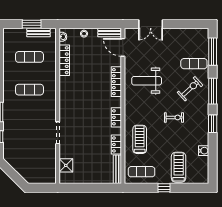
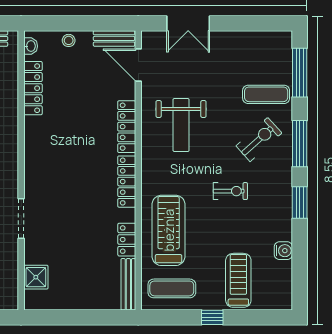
weight bench: (147, 81) -> (181, 125), turned -90
locker: (116, 117) -> (127, 182), width x1.53
treadmill: (140, 139) -> (169, 230), width x1.37, depth x1.38

